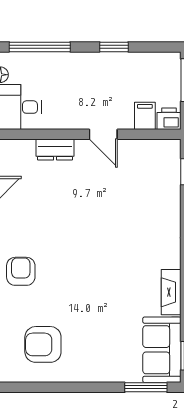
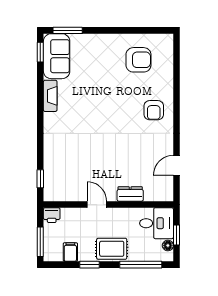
rug: (82, 70) -> (112, 249), added
filing cabinet: (145, 116) -> (70, 252), moved, turned 180

